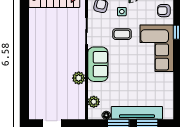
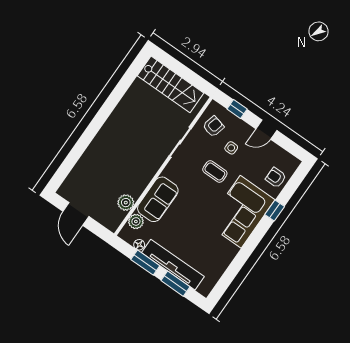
sofa: (98, 64) -> (158, 199), moved
plant: (79, 78) -> (126, 203), moved

